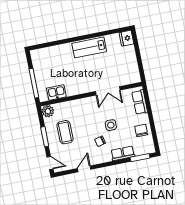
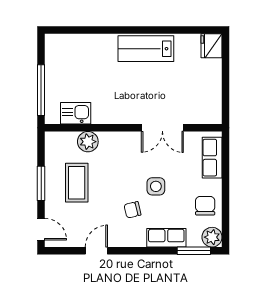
plant: (48, 111) -> (88, 142), moved
plant: (149, 148) -> (212, 237), added

